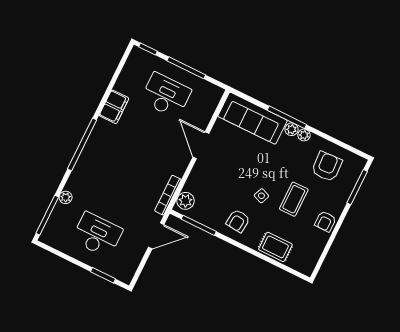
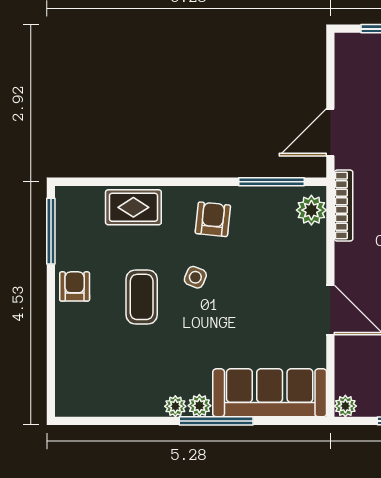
plant: (217, 92) -> (345, 406), added
armchair: (327, 167) -> (115, 374), removed
window: (357, 187) -> (51, 231), moved

